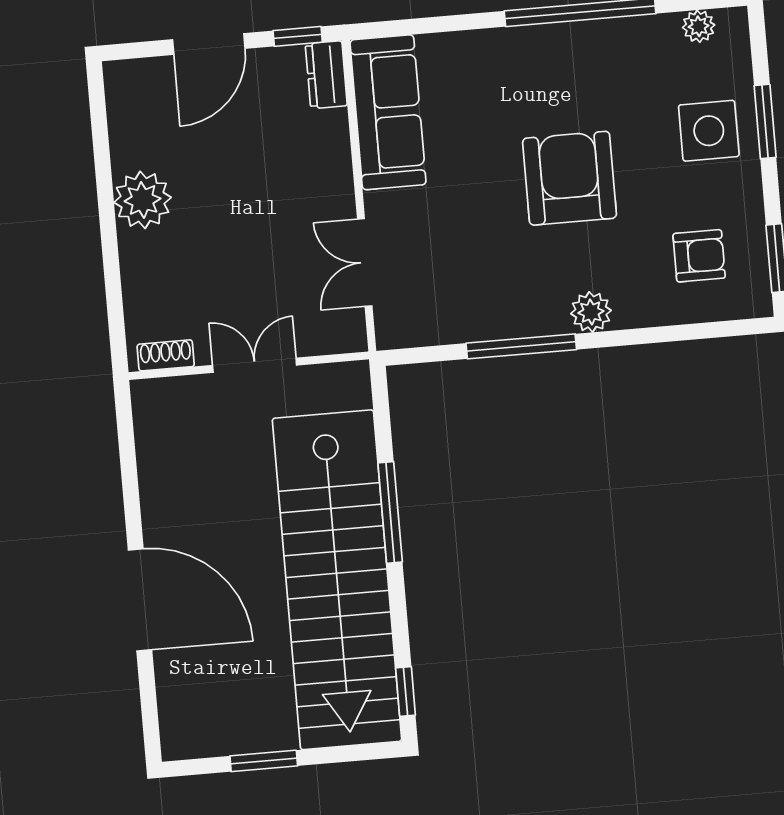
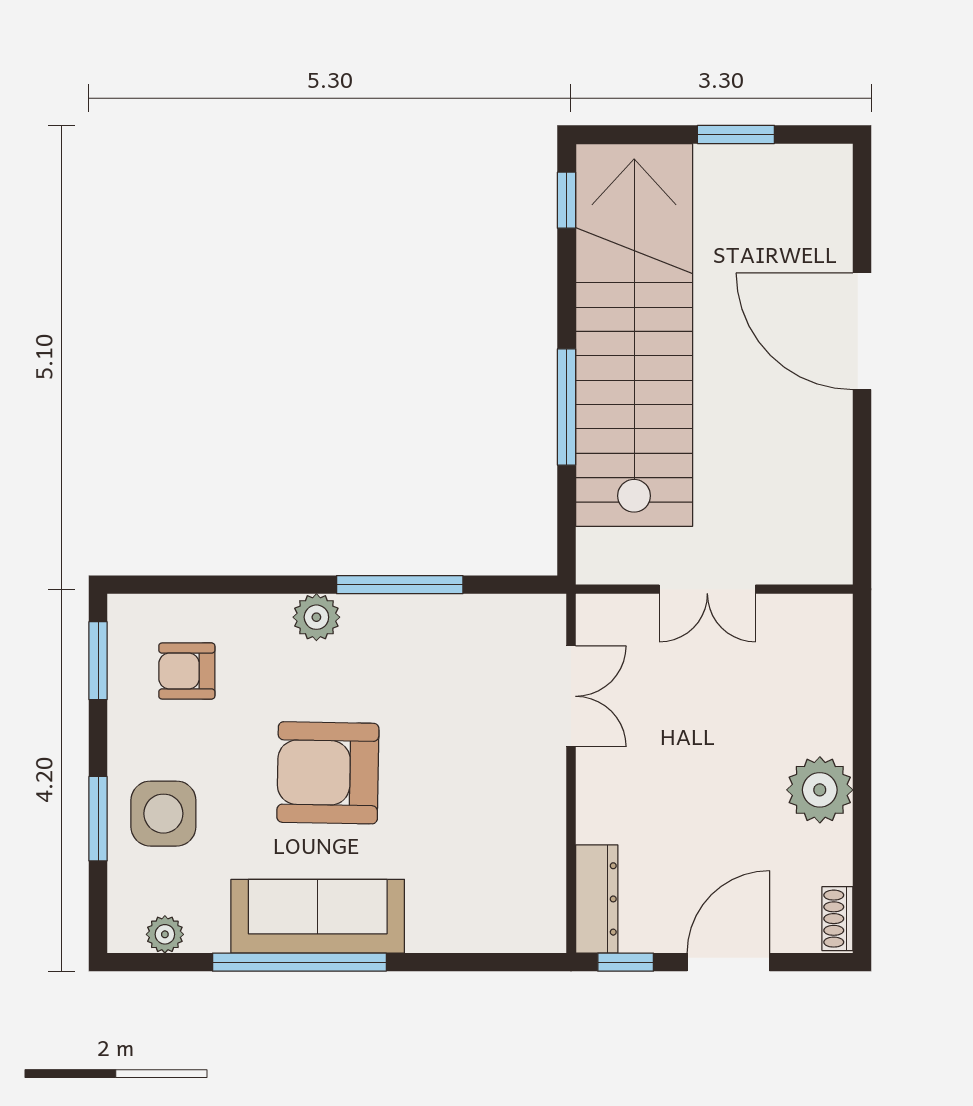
dresser: (326, 75) -> (597, 899), width x1.44
sofa: (388, 112) -> (318, 916), moved, turned 90
armchair: (570, 178) -> (328, 773), turned 91
shoe rack: (166, 355) -> (837, 919), moved, turned 90

